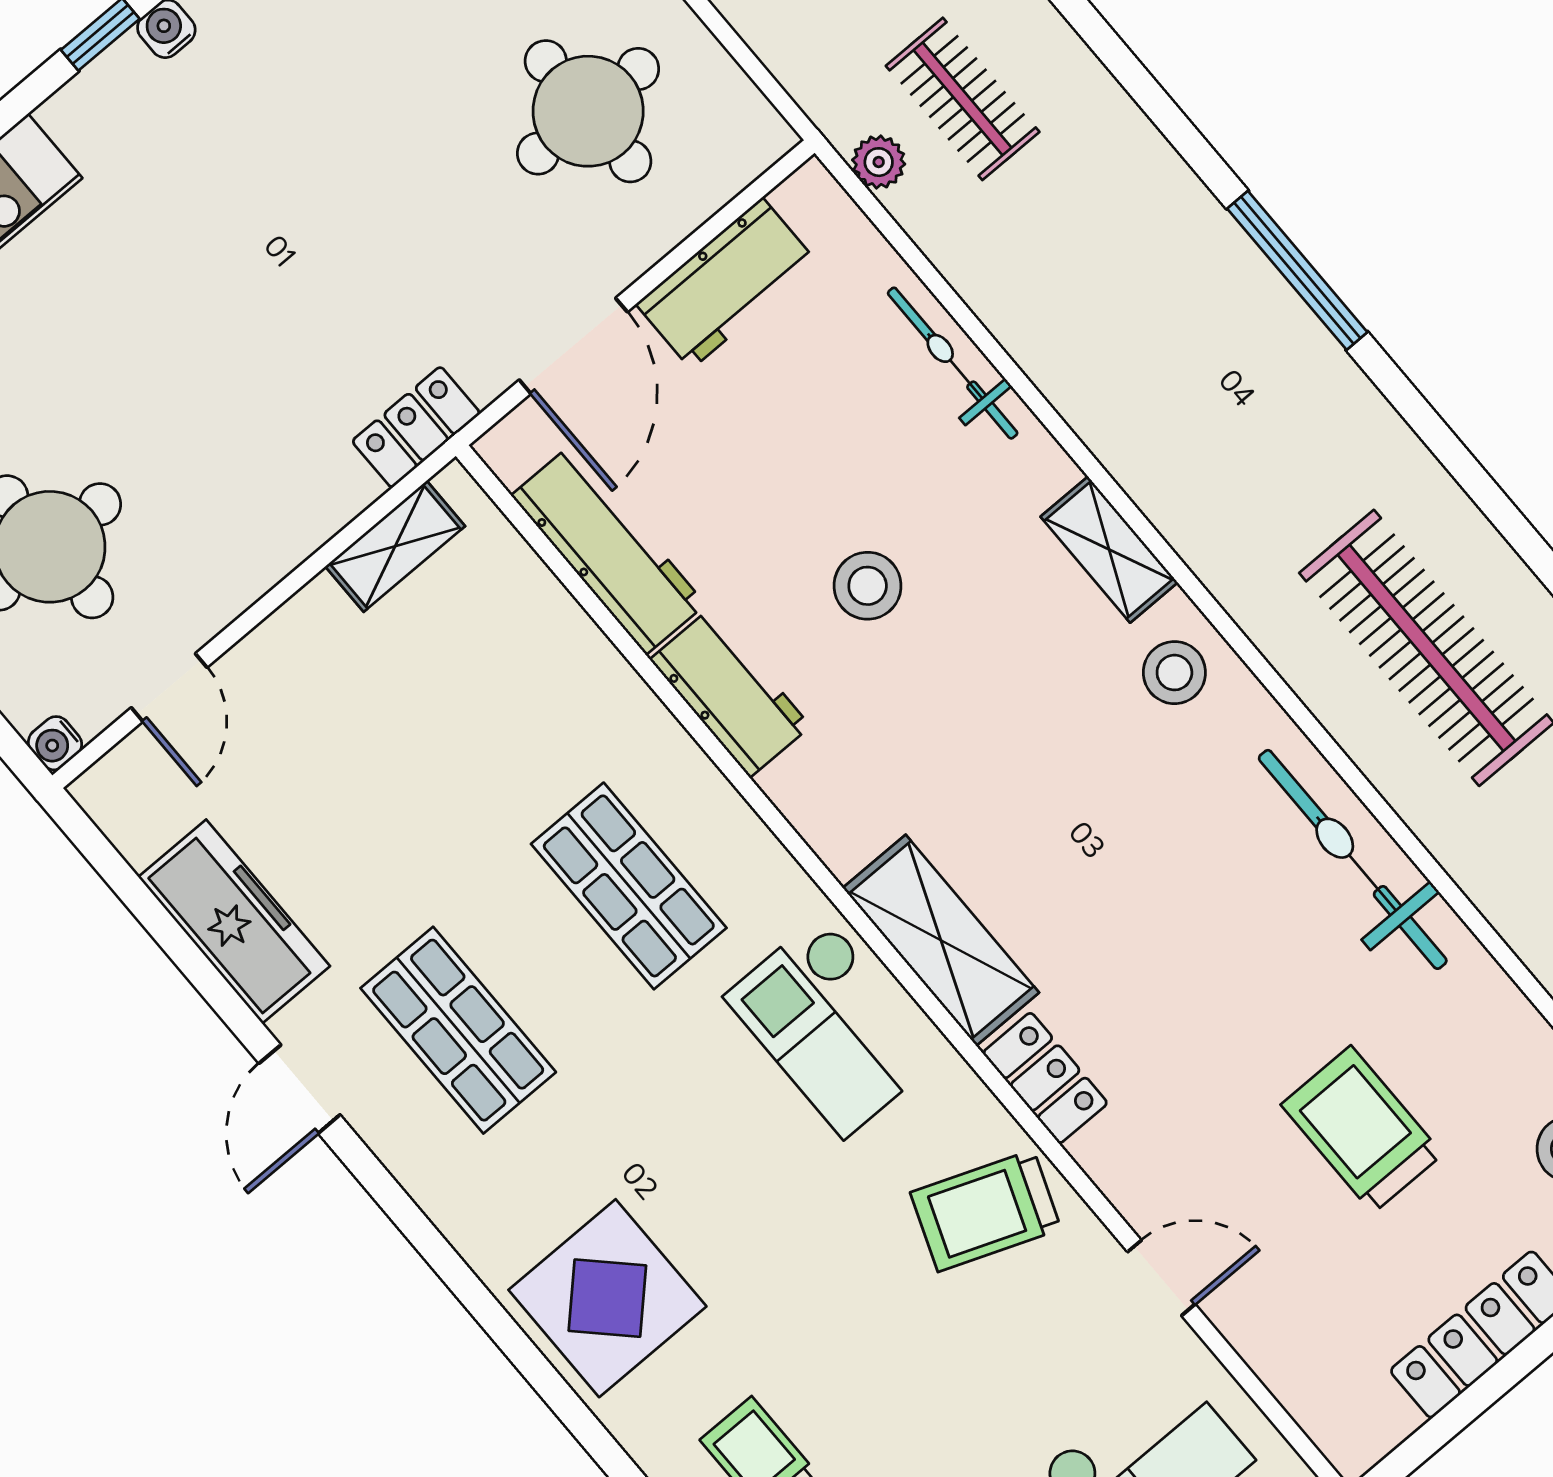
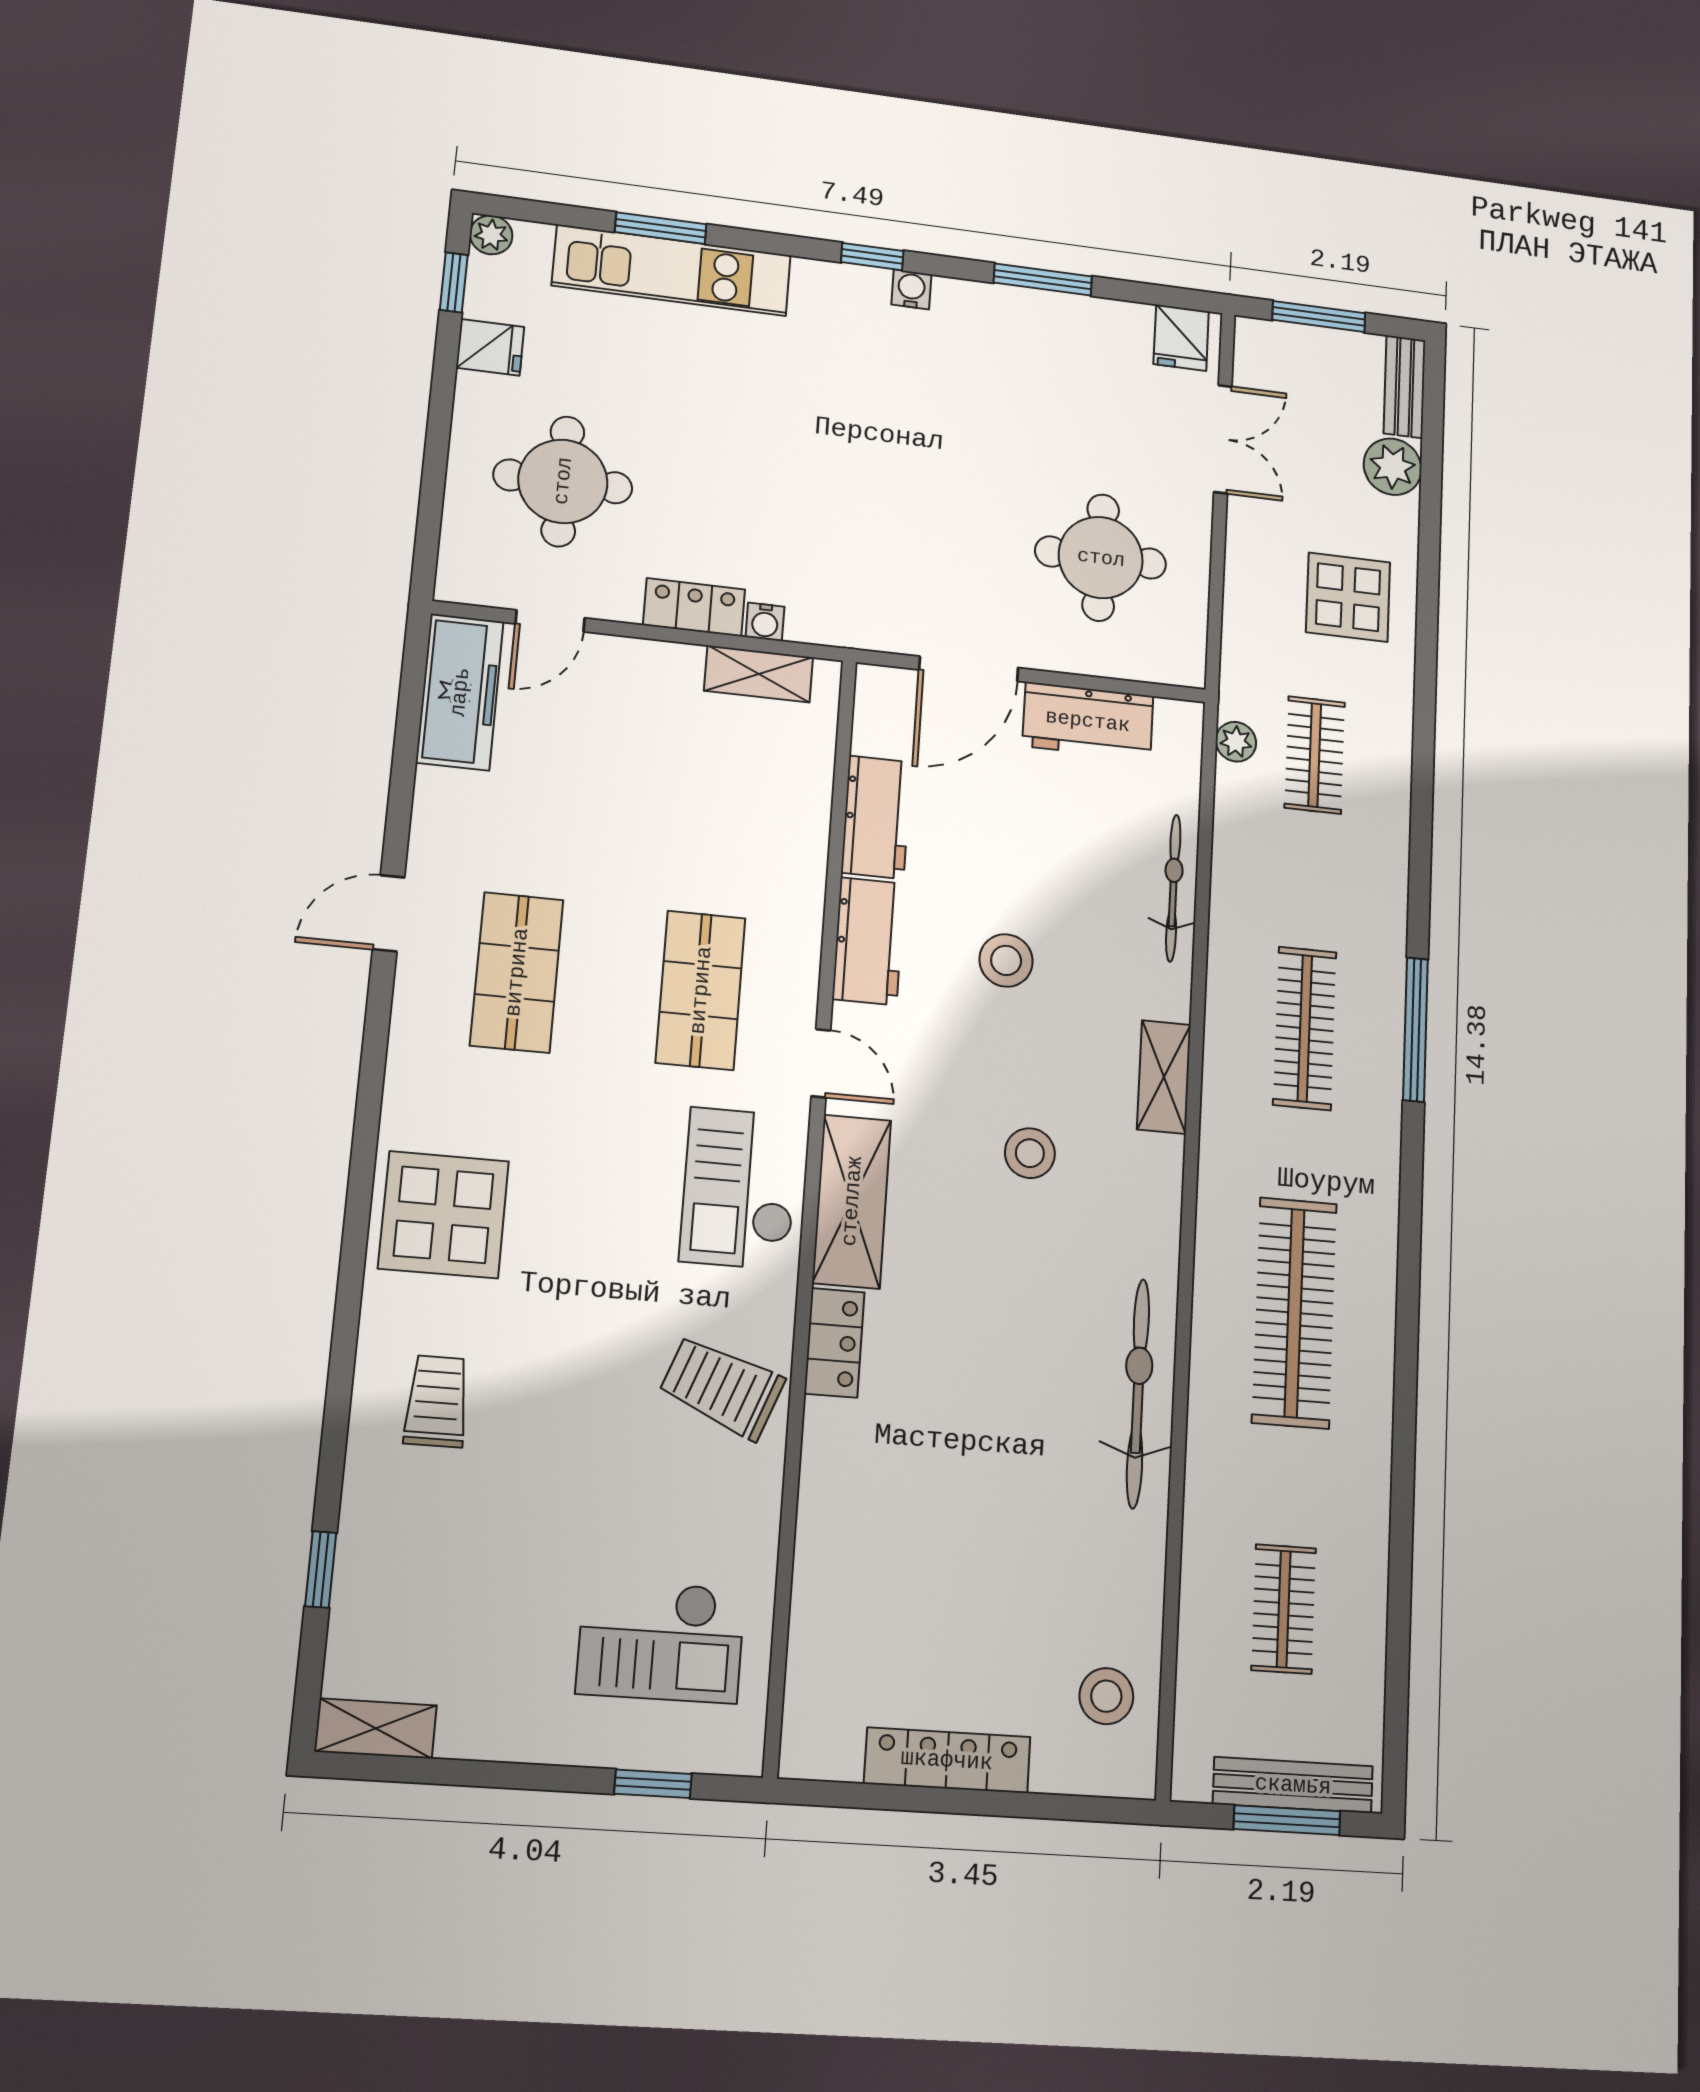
clothes rail: (1195, 373) -> (1305, 1028), added
locker: (416, 427) -> (694, 607), moved
workbench: (608, 550) -> (876, 817), width x0.73
stool: (1174, 673) -> (1030, 1153), moved
water cooler: (55, 743) -> (765, 622), moved, turned -90
freezer: (234, 921) -> (460, 692), moved
trolley: (1362, 1129) -> (993, 1561), removed
door: (1161, 1278) -> (821, 1063), moved

